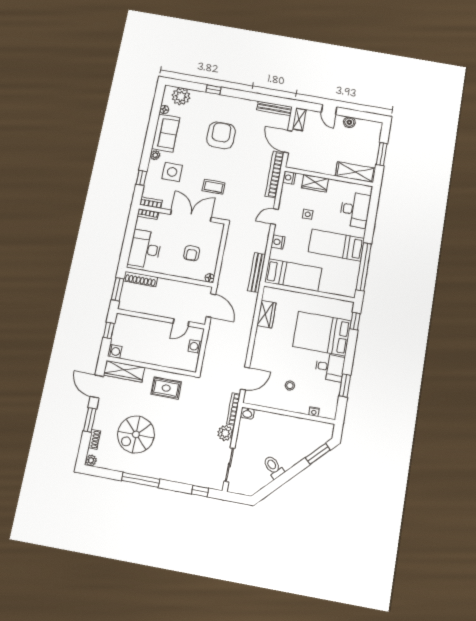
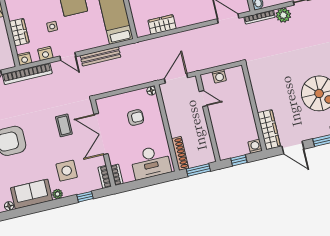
nightstand: (278, 242) -> (45, 54), moved
bench: (257, 273) -> (100, 56), moved
door: (97, 386) -> (293, 148), hinge flipped
rug: (166, 388) -> (267, 85), removed

